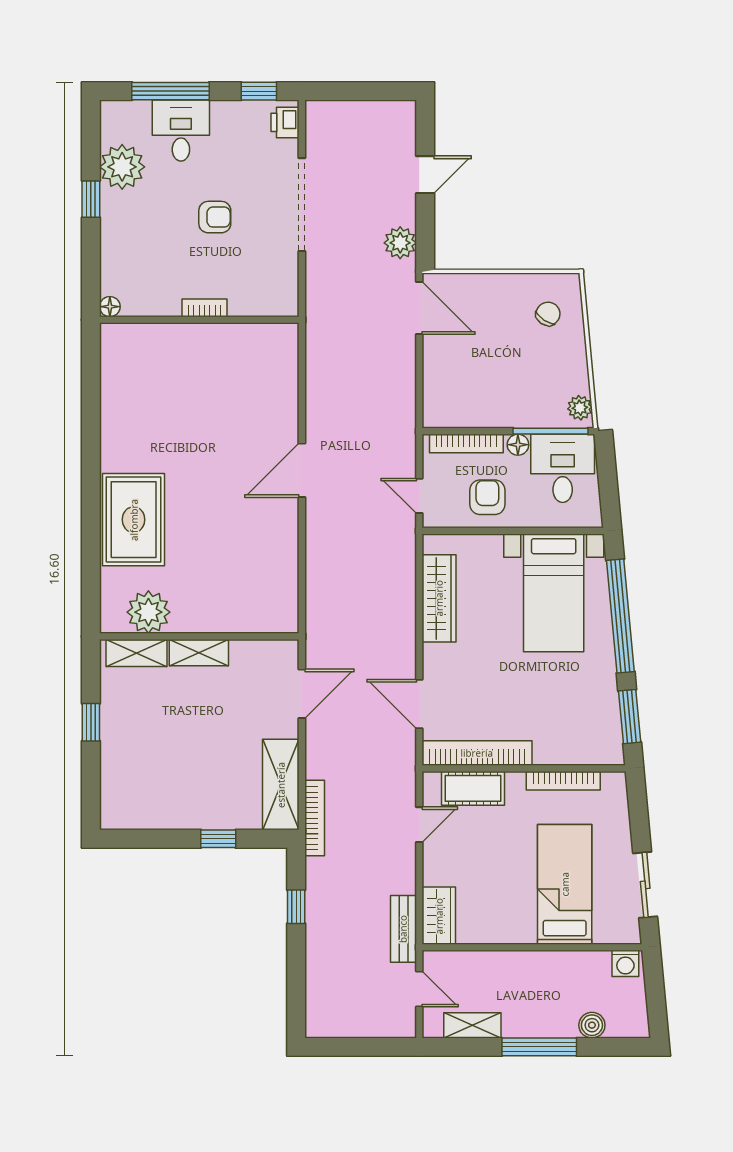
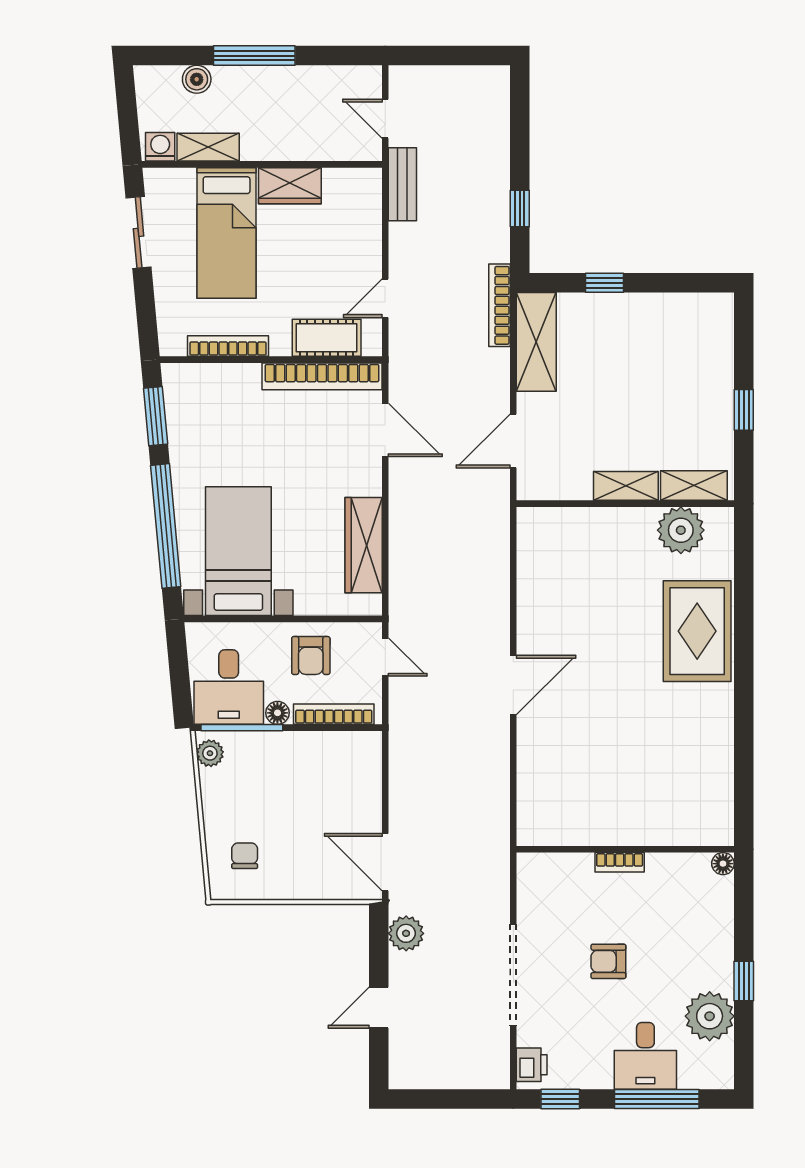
chair: (548, 314) -> (245, 856), turned 146
wardrobe: (439, 916) -> (290, 186), moved, turned -90
shelving: (472, 1025) -> (208, 147), moved

